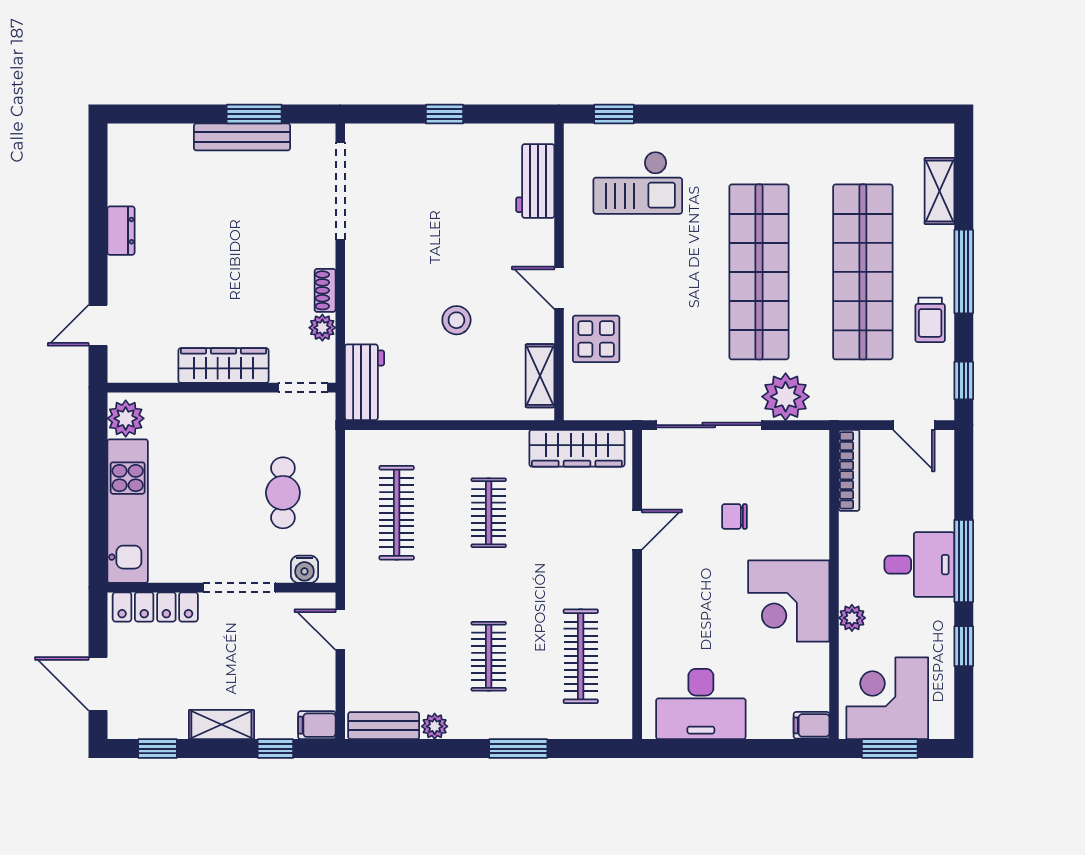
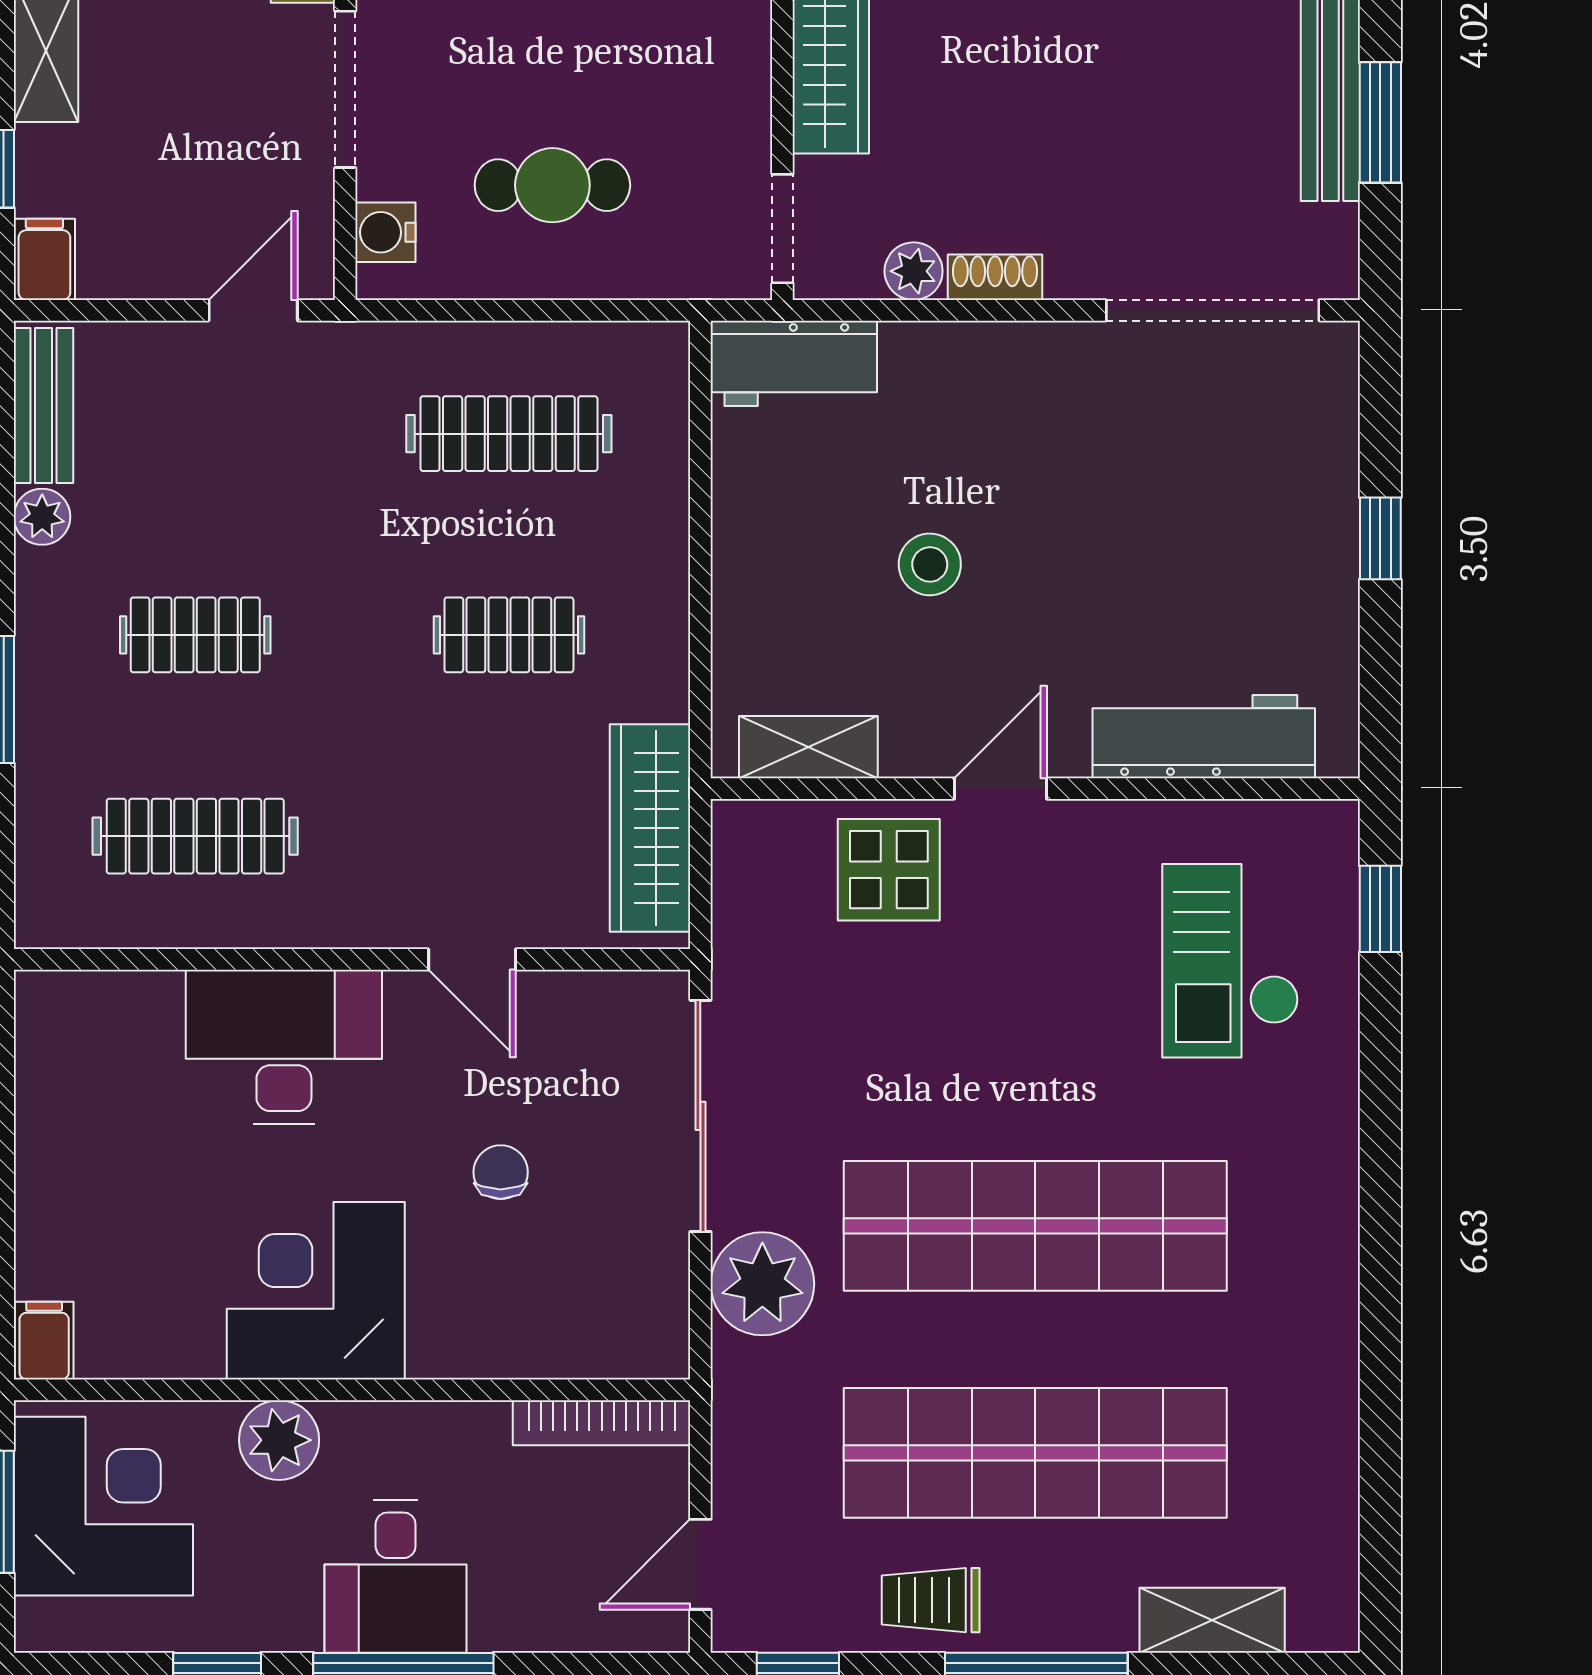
workbench: (535, 181) -> (1204, 737), width x1.38
plant: (852, 618) -> (279, 1440), width x1.38, depth x1.38
desk: (701, 704) -> (284, 1047), moved, turned 90

